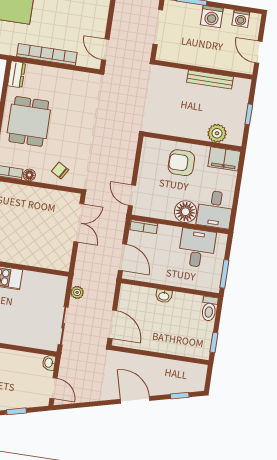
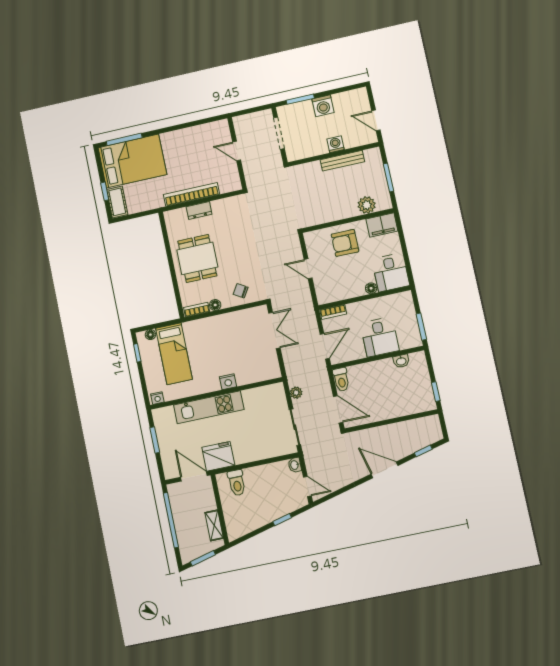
washing machine: (241, 19) -> (335, 144), moved, turned 180
door: (105, 50) -> (237, 151), moved
dresser: (17, 74) -> (199, 210), moved, turned 90
window: (249, 114) -> (388, 178), width x1.50
door: (132, 196) -> (308, 269), moved
floor lamp: (185, 212) -> (371, 288), width x0.53, depth x0.53
desk: (197, 248) -> (380, 337), moved, turned 180
nightstand: (14, 256) -> (228, 382), added
door: (123, 257) -> (325, 346), hinge flipped
washbasin: (164, 296) -> (401, 361), moved
toilet: (209, 309) -> (341, 379), moved

